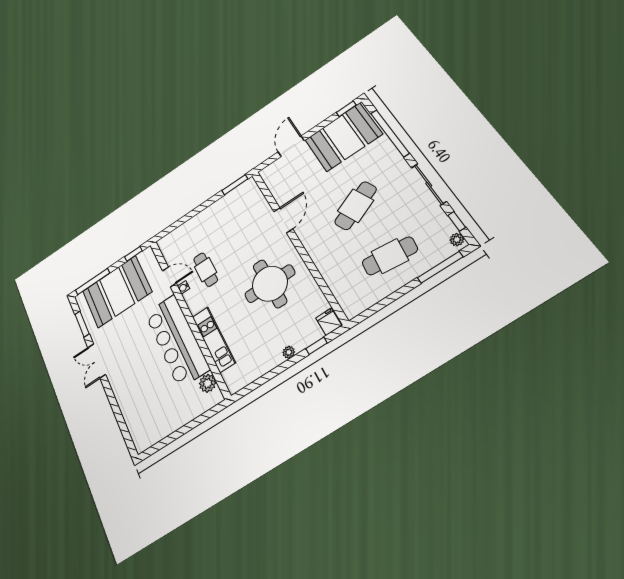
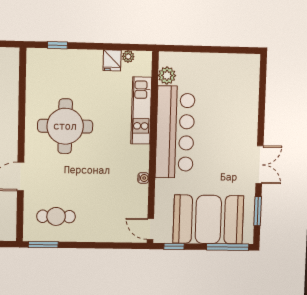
cafe table: (206, 270) -> (56, 216), moved, turned 90
door: (169, 277) -> (150, 229), moved
fridge: (329, 322) -> (112, 60), moved
plant: (289, 352) -> (128, 56), moved

